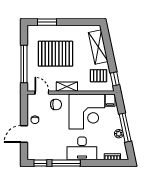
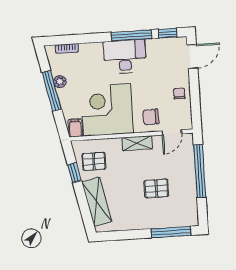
window: (47, 22) -> (171, 232), width x1.44
pallet: (55, 54) -> (156, 188), width x0.49, depth x0.50
window: (115, 79) -> (74, 173), moved
door: (42, 93) -> (172, 132), hinge flipped
door: (24, 134) -> (192, 57), moved
desk: (82, 148) -> (125, 57), moved

